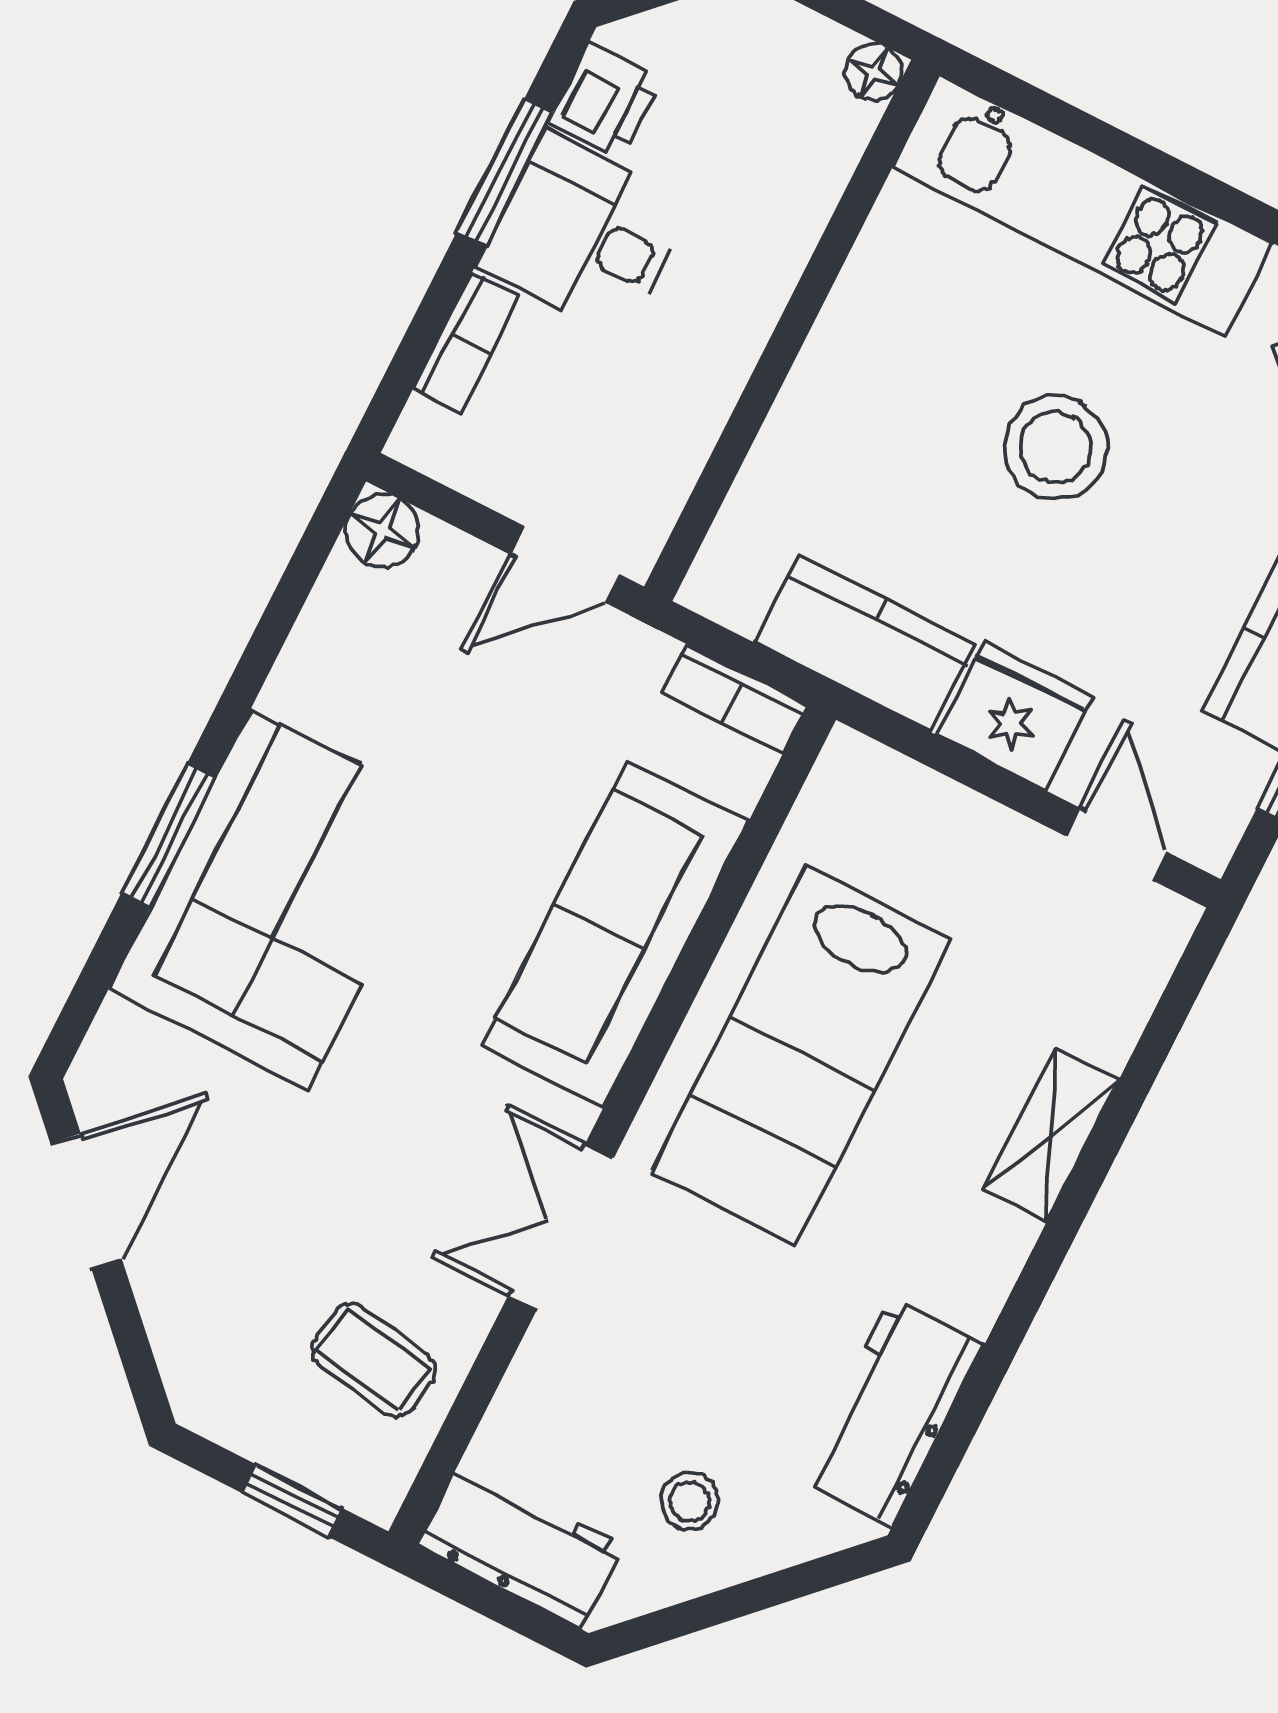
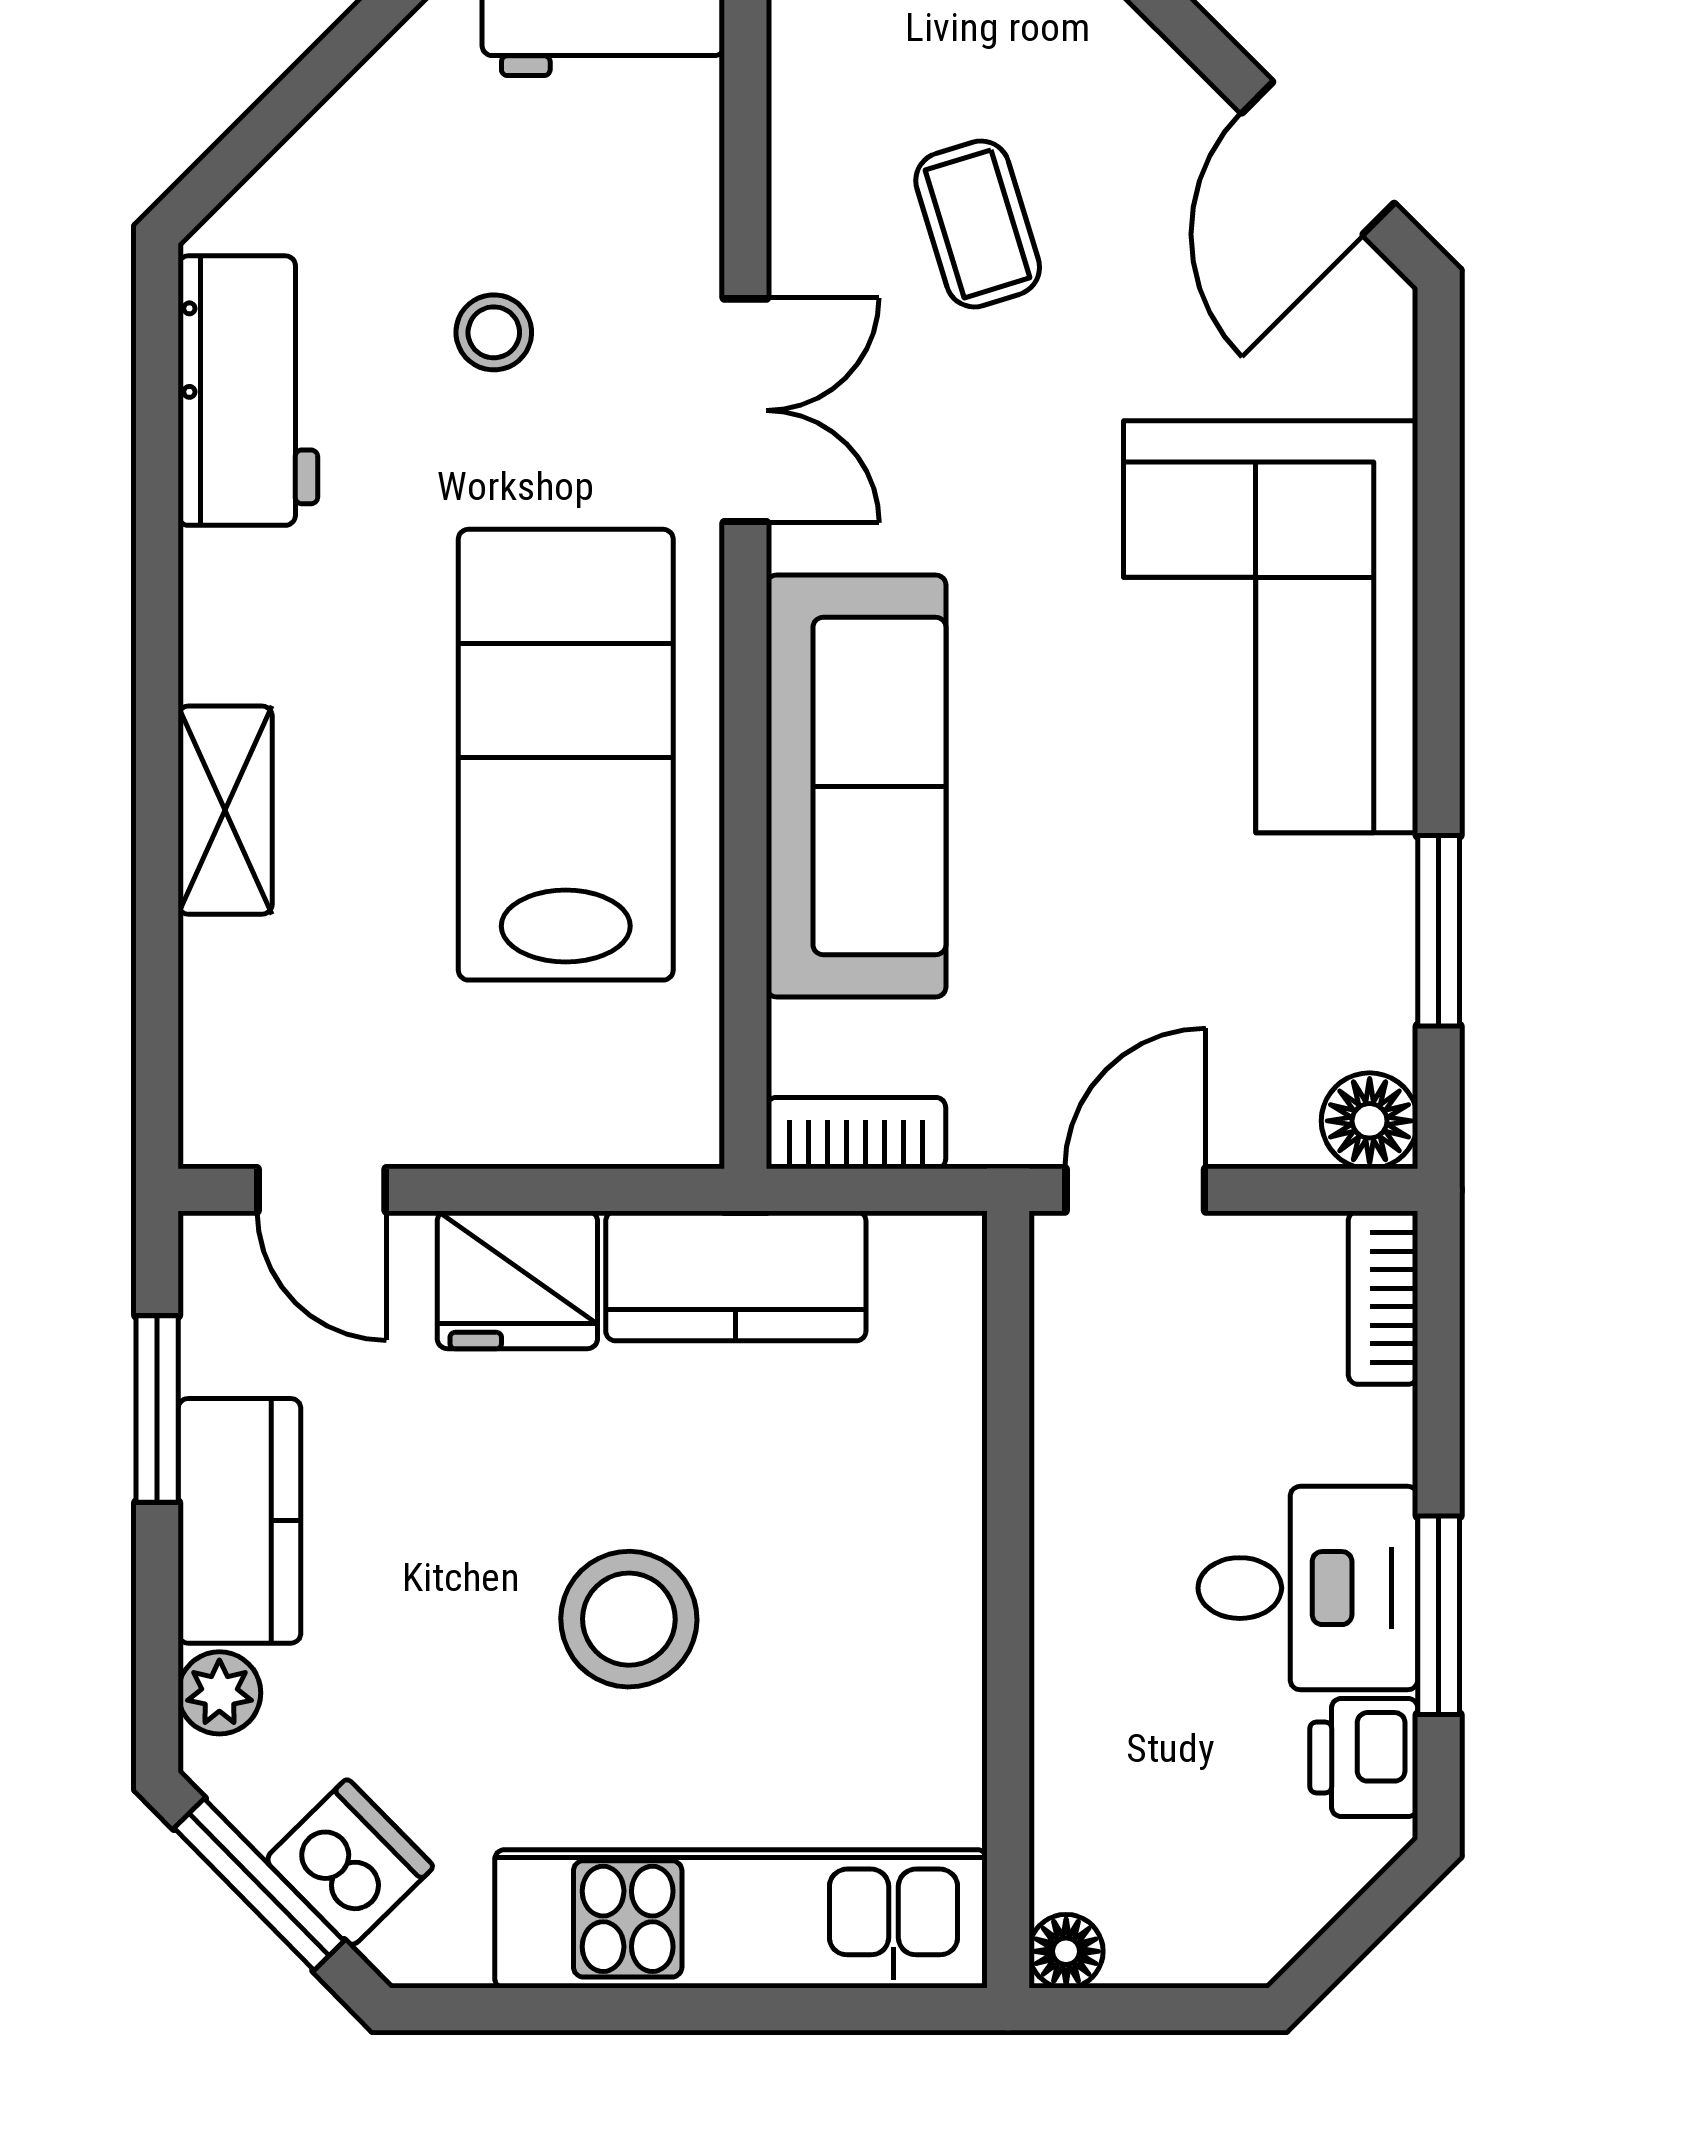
bookcase: (466, 343) -> (1383, 1298), moved
window: (168, 836) -> (1439, 931), moved
coffee table: (373, 1360) -> (978, 224), moved, turned 64
stool: (690, 1501) -> (494, 332), moved

